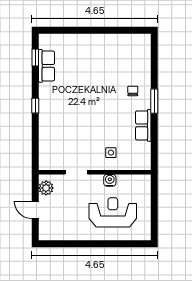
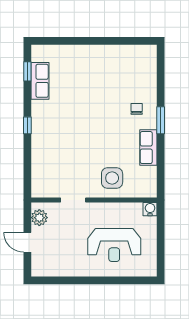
side table: (111, 153) -> (112, 178), width x1.87, depth x1.87
water cooler: (110, 180) -> (150, 209), moved
reception desk: (113, 212) -> (114, 245), turned 180

